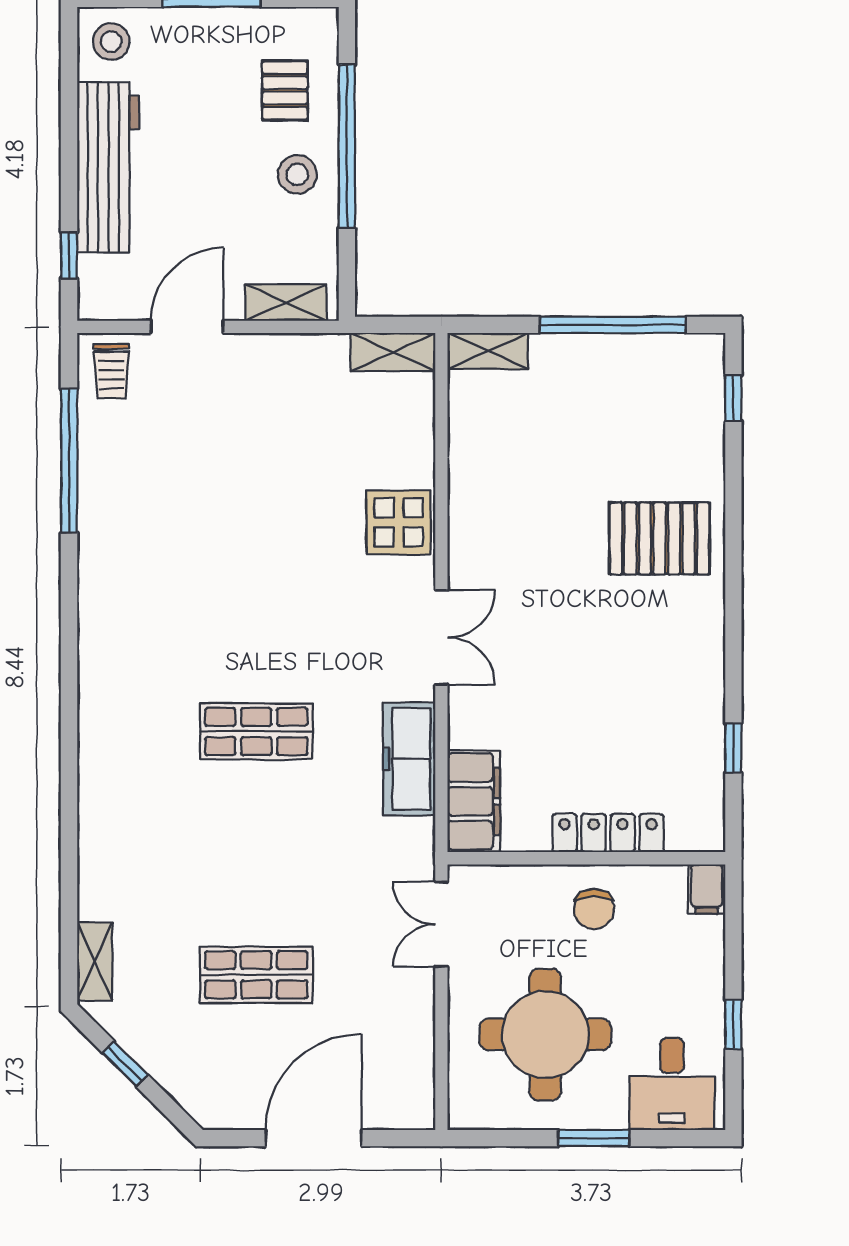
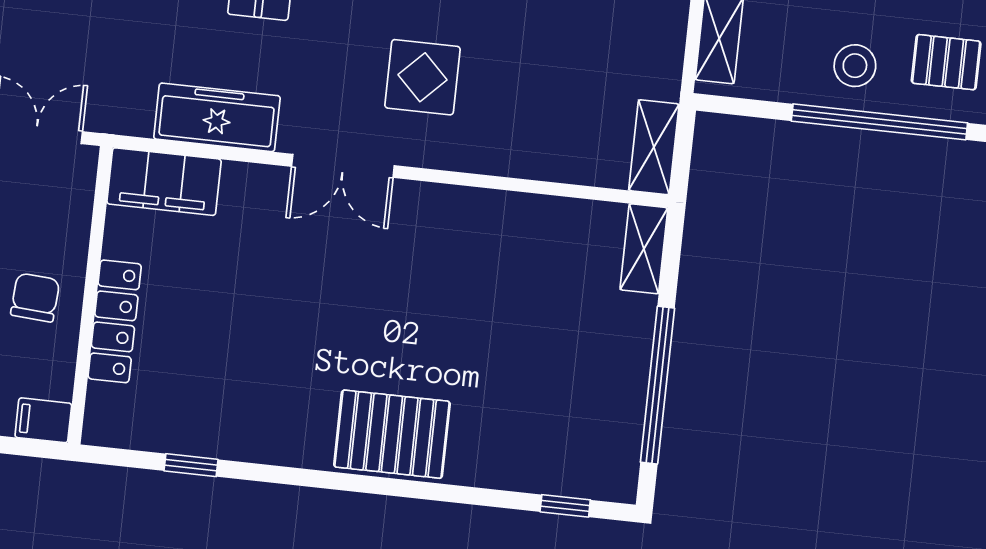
display table: (399, 522) -> (422, 77), moved
pallet: (659, 538) -> (392, 434), moved, turned 90
chair: (594, 909) -> (35, 297), turned 94

